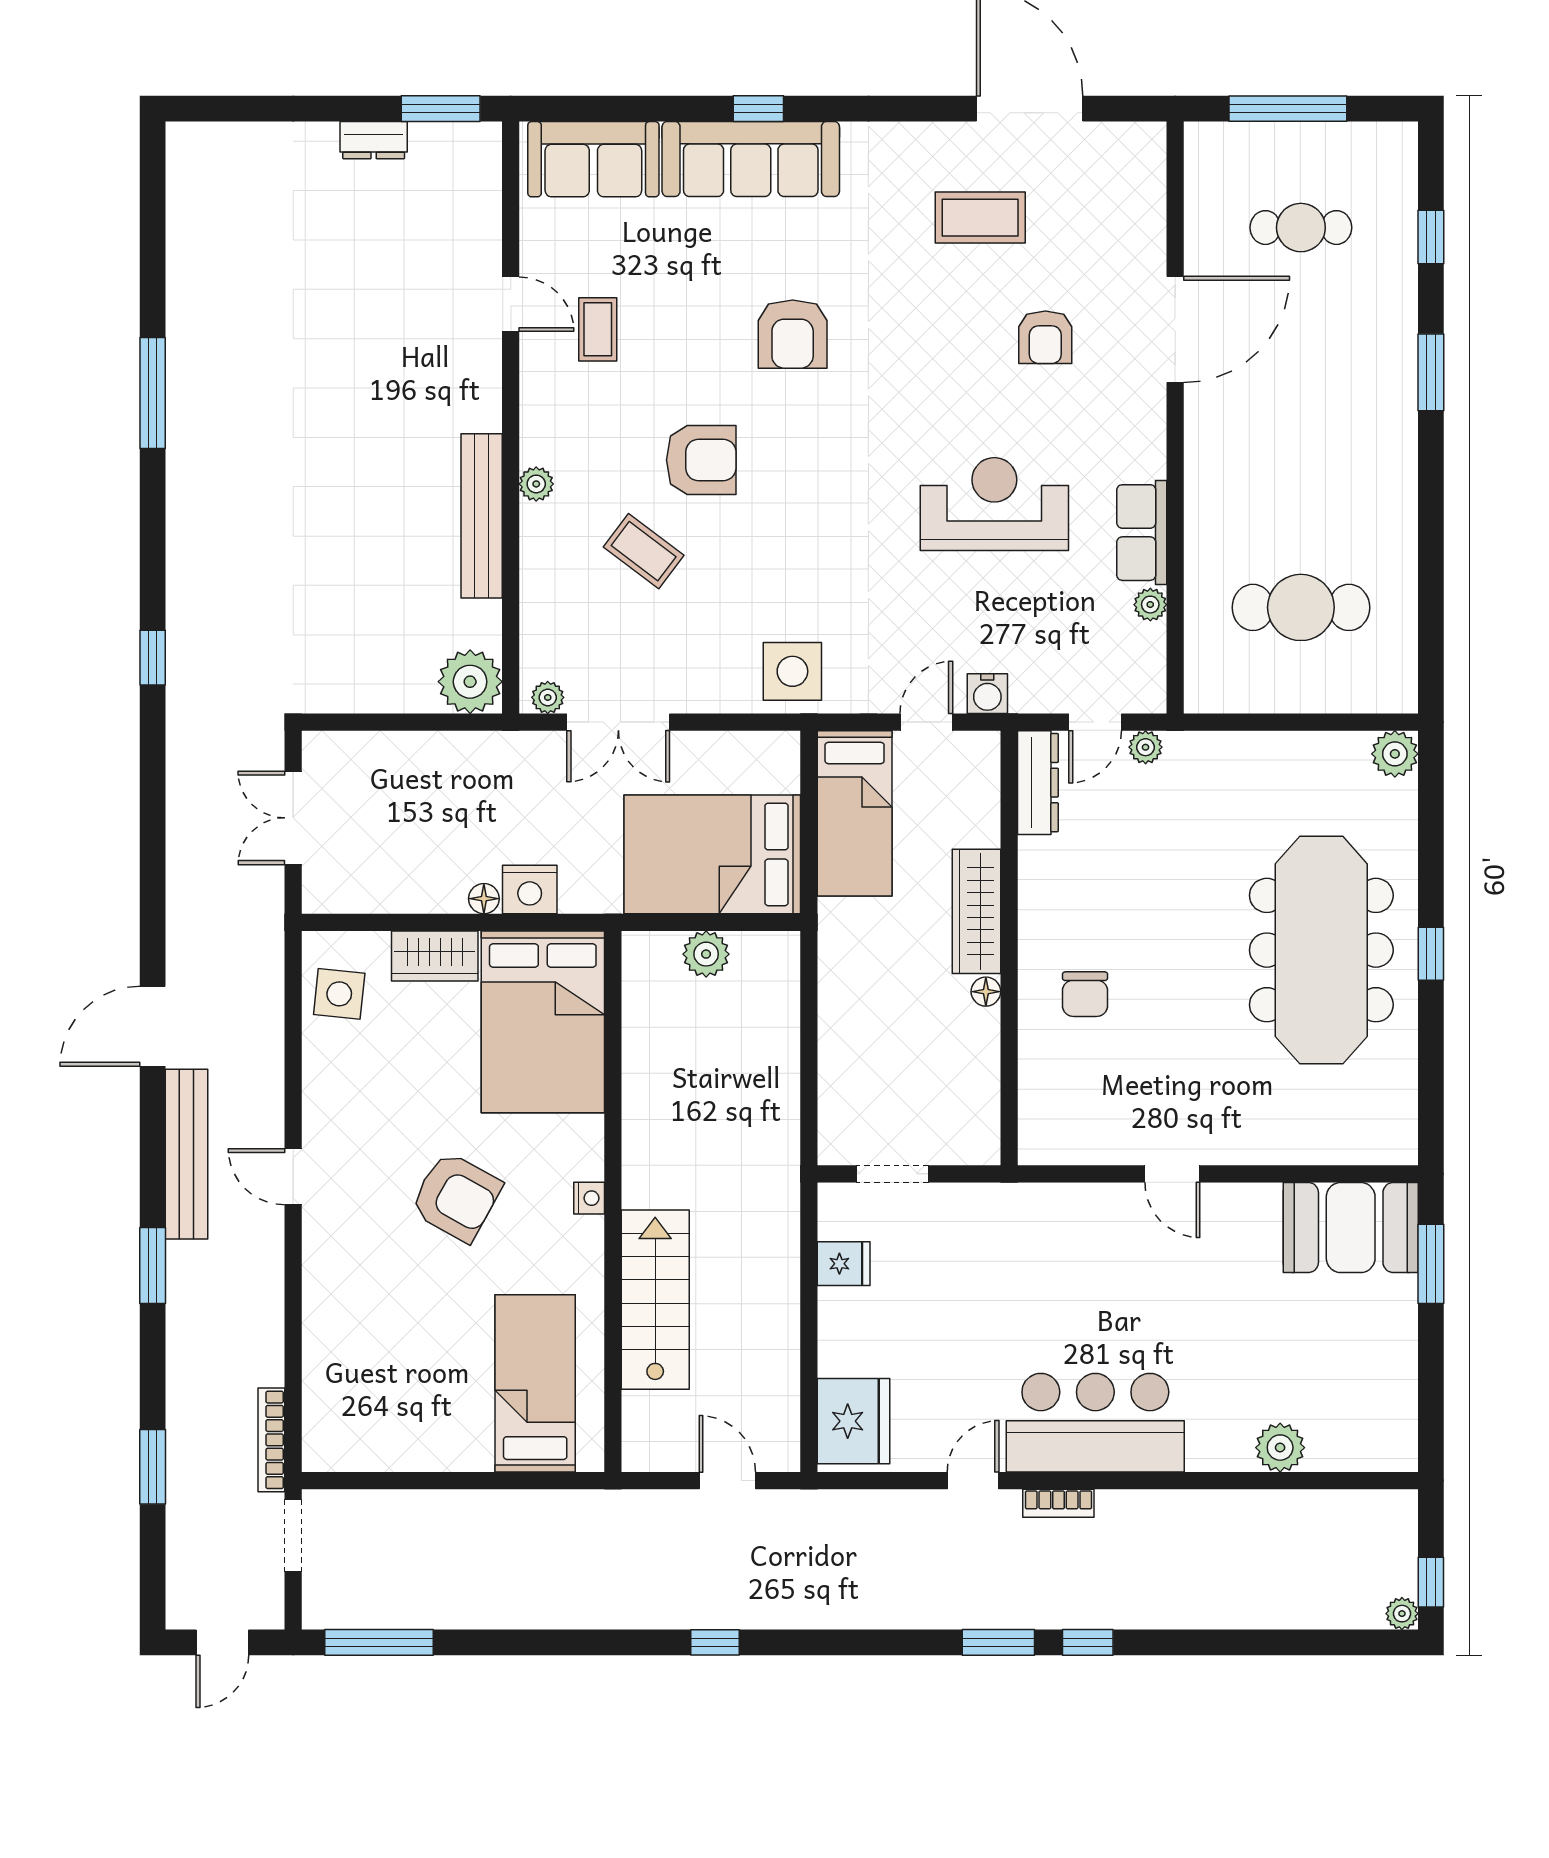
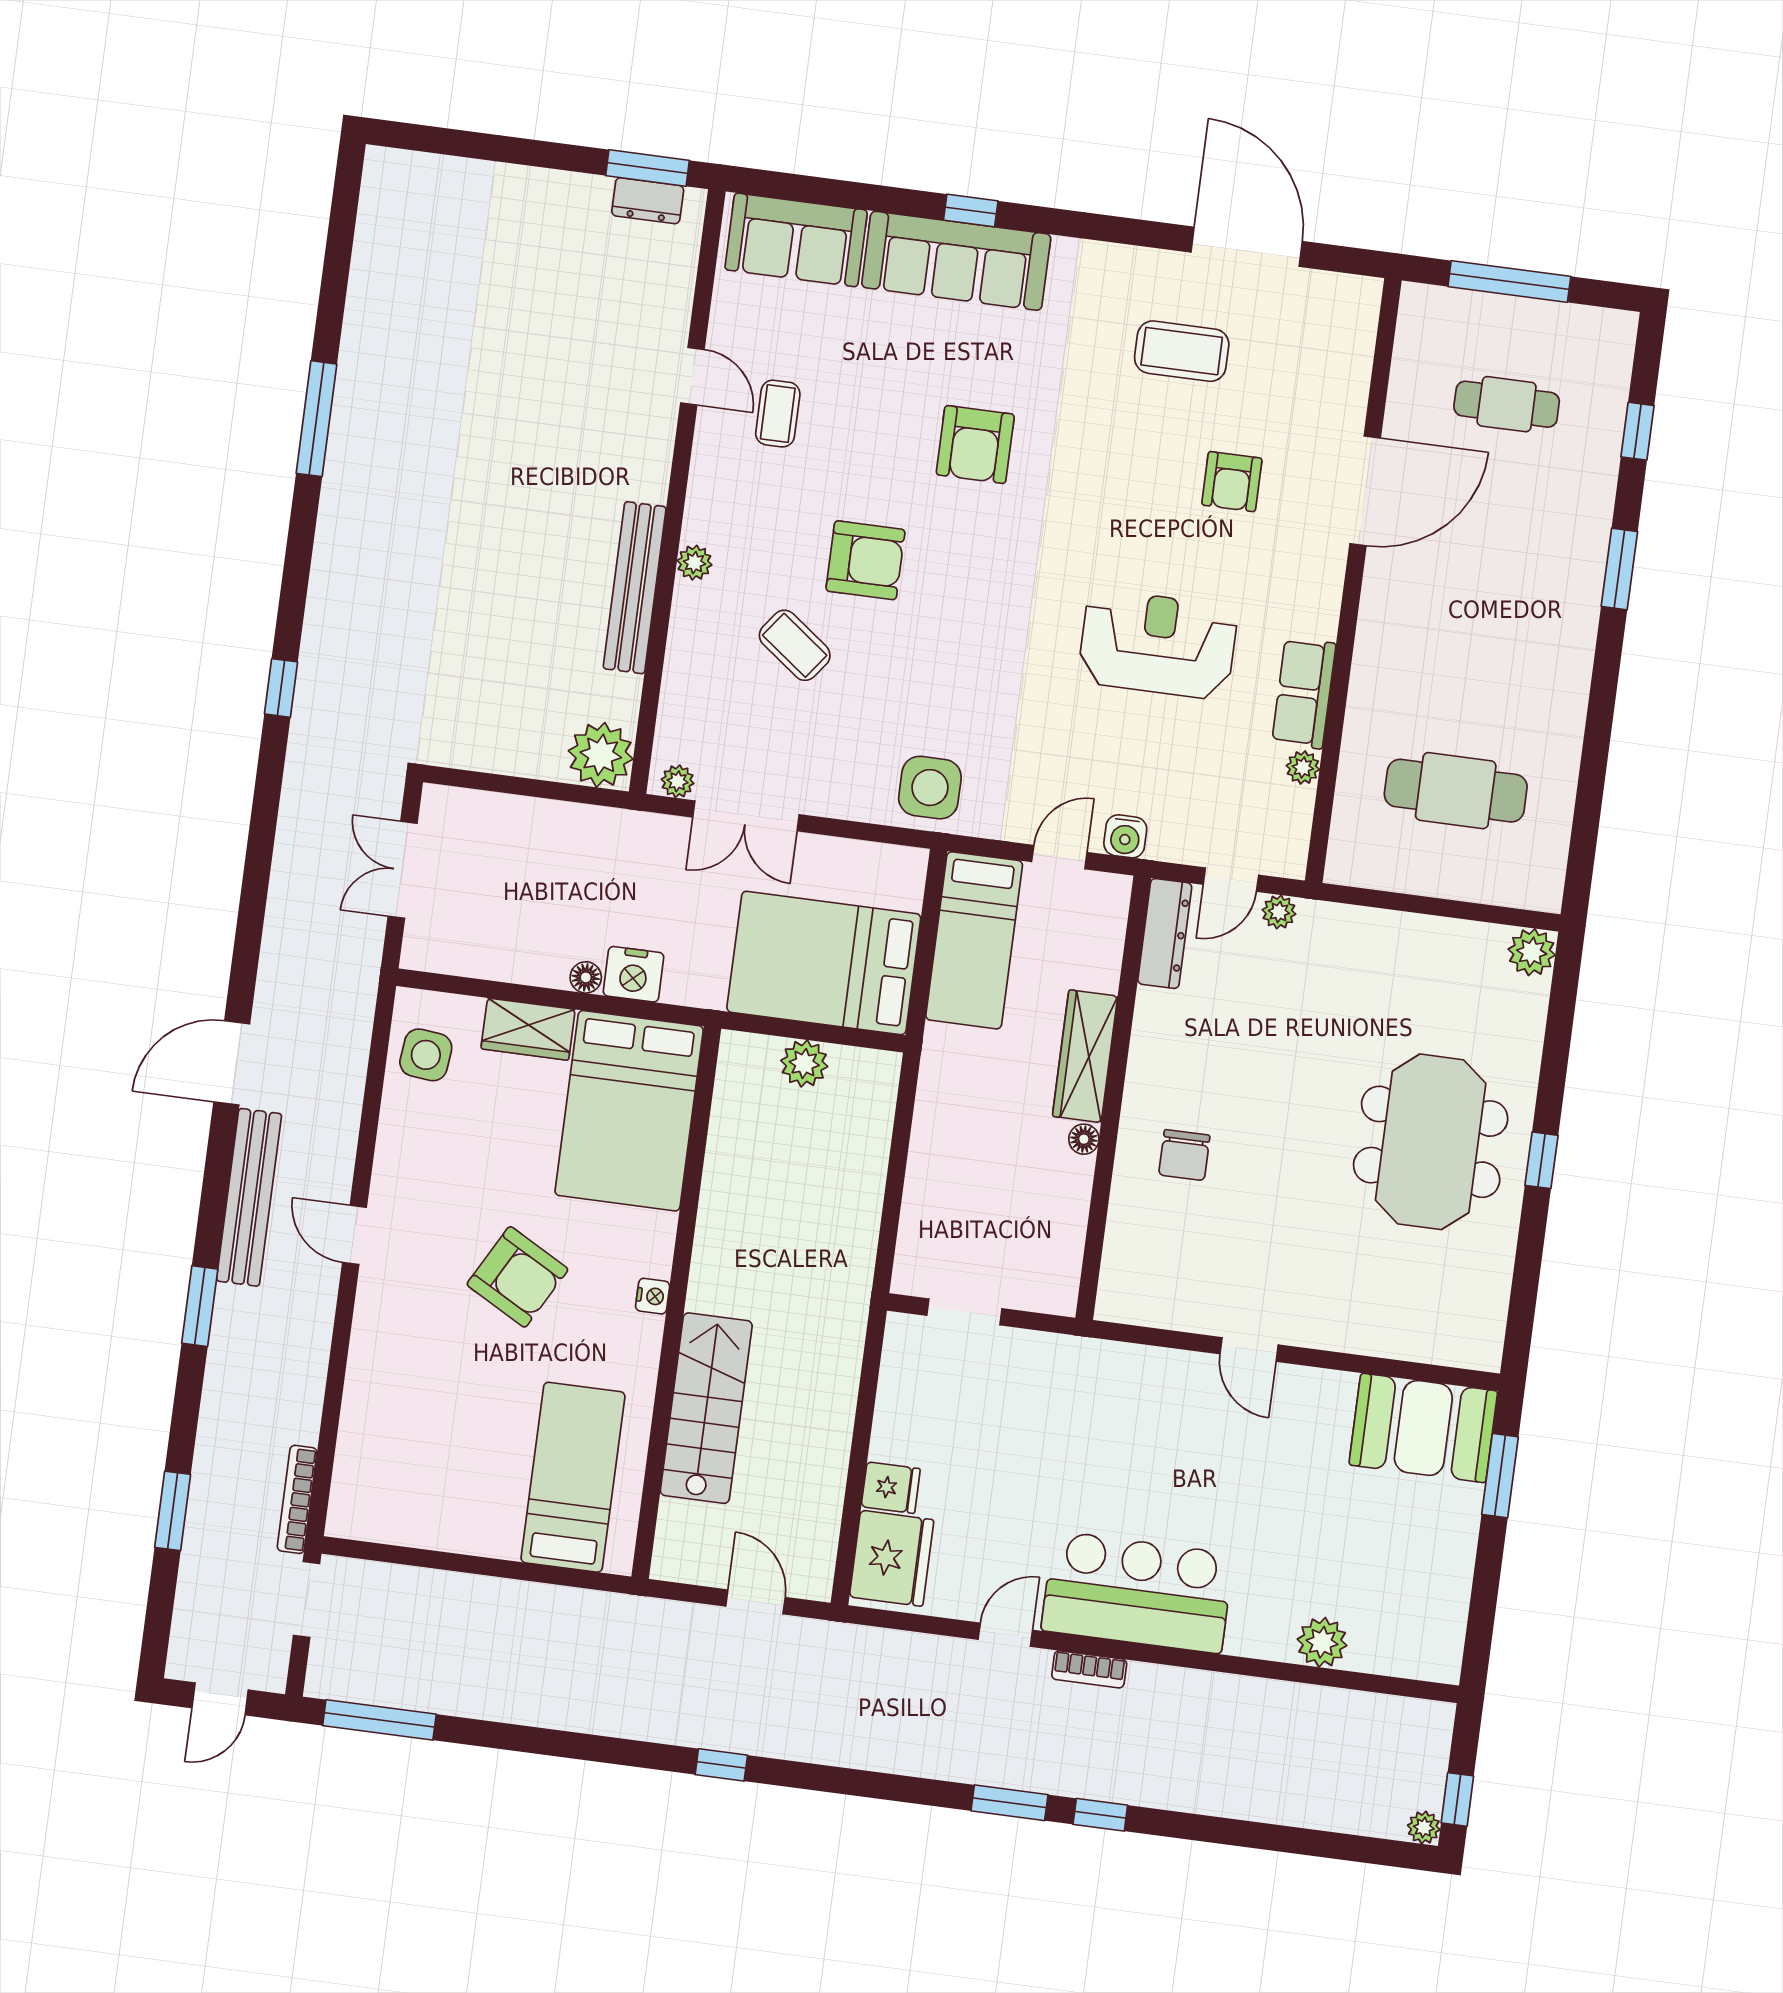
dresser: (374, 140) -> (648, 201), moved
meeting table: (1321, 950) -> (1431, 1142), width x0.73
fridge: (844, 1264) -> (891, 1488), moved

